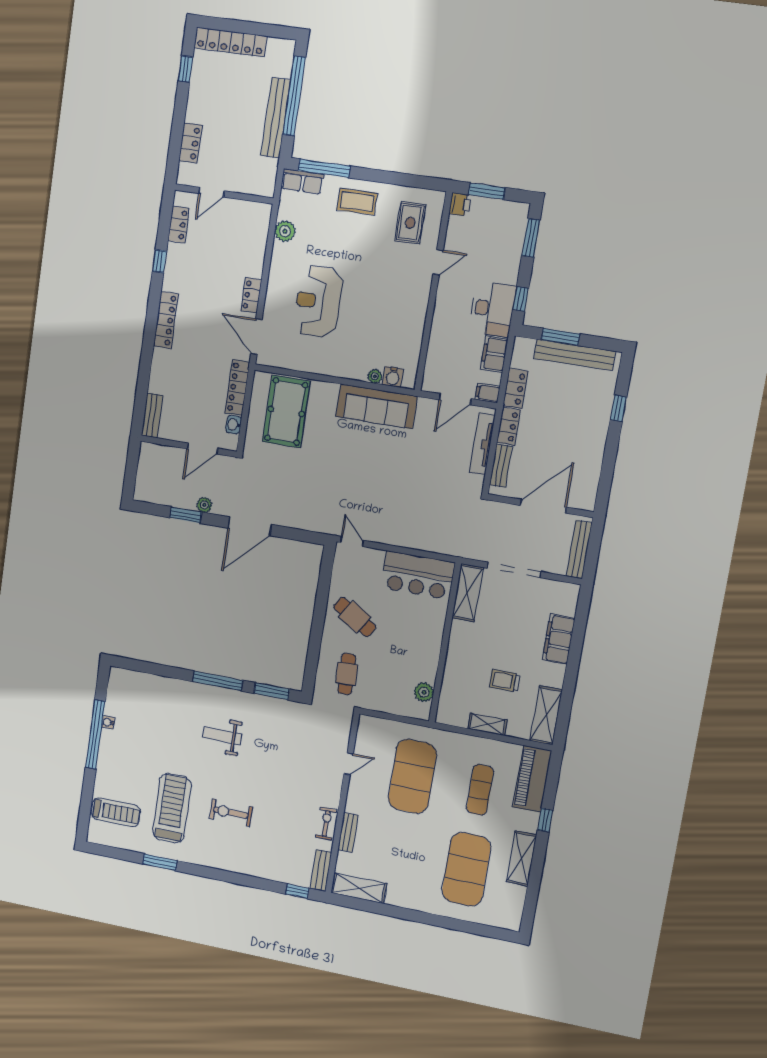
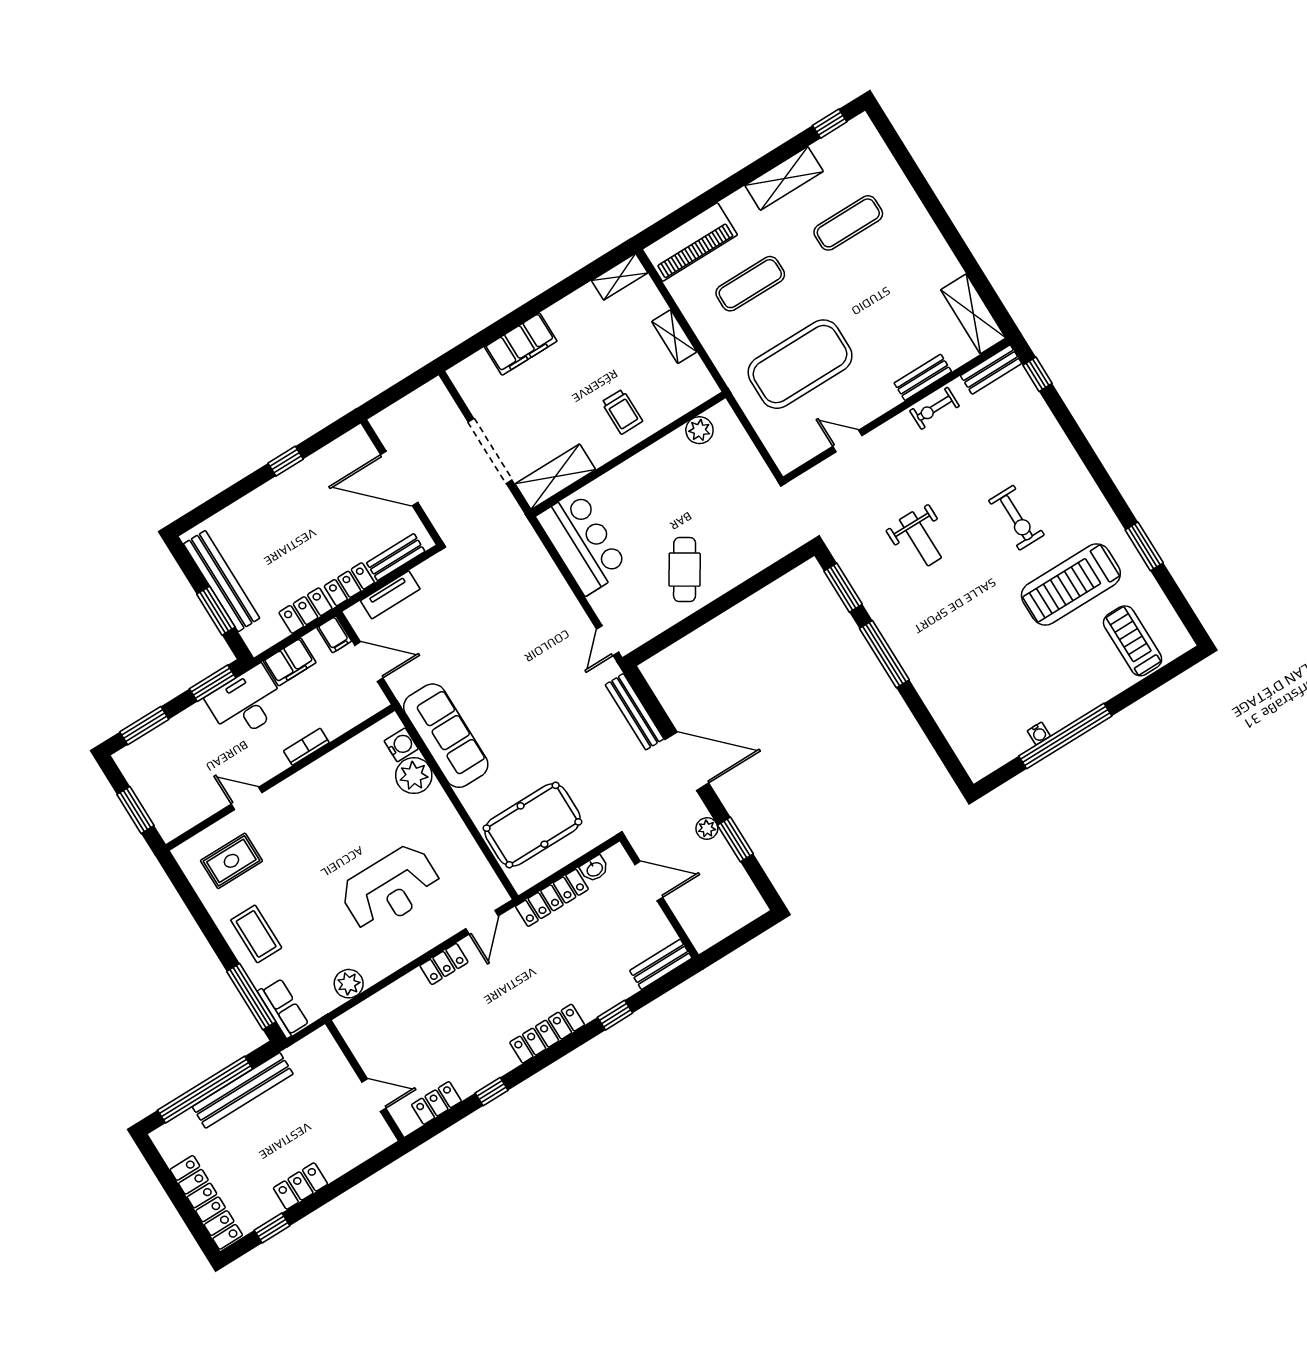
locker: (190, 143) -> (300, 1186), moved
printer: (460, 204) -> (171, 826), removed
window: (521, 299) -> (213, 683), width x1.50
bookcase: (438, 322) -> (306, 747), added
door: (256, 337) -> (482, 922), width x0.73
window: (145, 366) -> (615, 1015), added
plant: (375, 376) -> (414, 776), width x1.88, depth x1.88
window: (618, 408) -> (286, 461), moved
tv unit: (482, 444) -> (390, 595), width x0.71
bench: (579, 550) -> (635, 712), moved, turned 90
cafe table: (347, 674) -> (753, 526), removed
trolley: (505, 681) -> (622, 412), moved
shelving: (546, 715) -> (620, 277), width x0.67, depth x0.75
weight bench: (222, 736) -> (920, 539), moved
window: (545, 820) -> (830, 124), moved
exercise mat: (466, 869) -> (848, 223), width x0.50, depth x0.69

